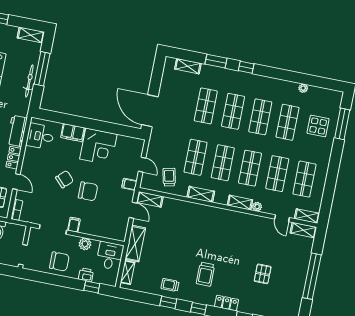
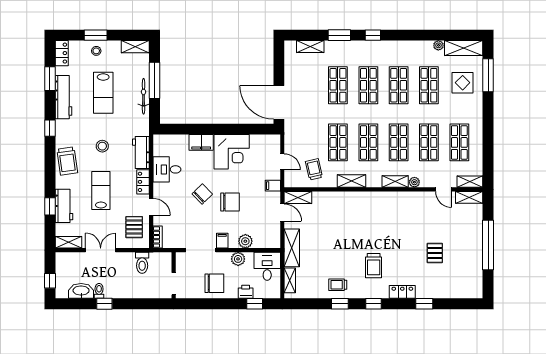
shelving: (325, 95) -> (464, 48), added
desk: (40, 136) -> (167, 169), moved
plant: (95, 229) -> (245, 241), added

